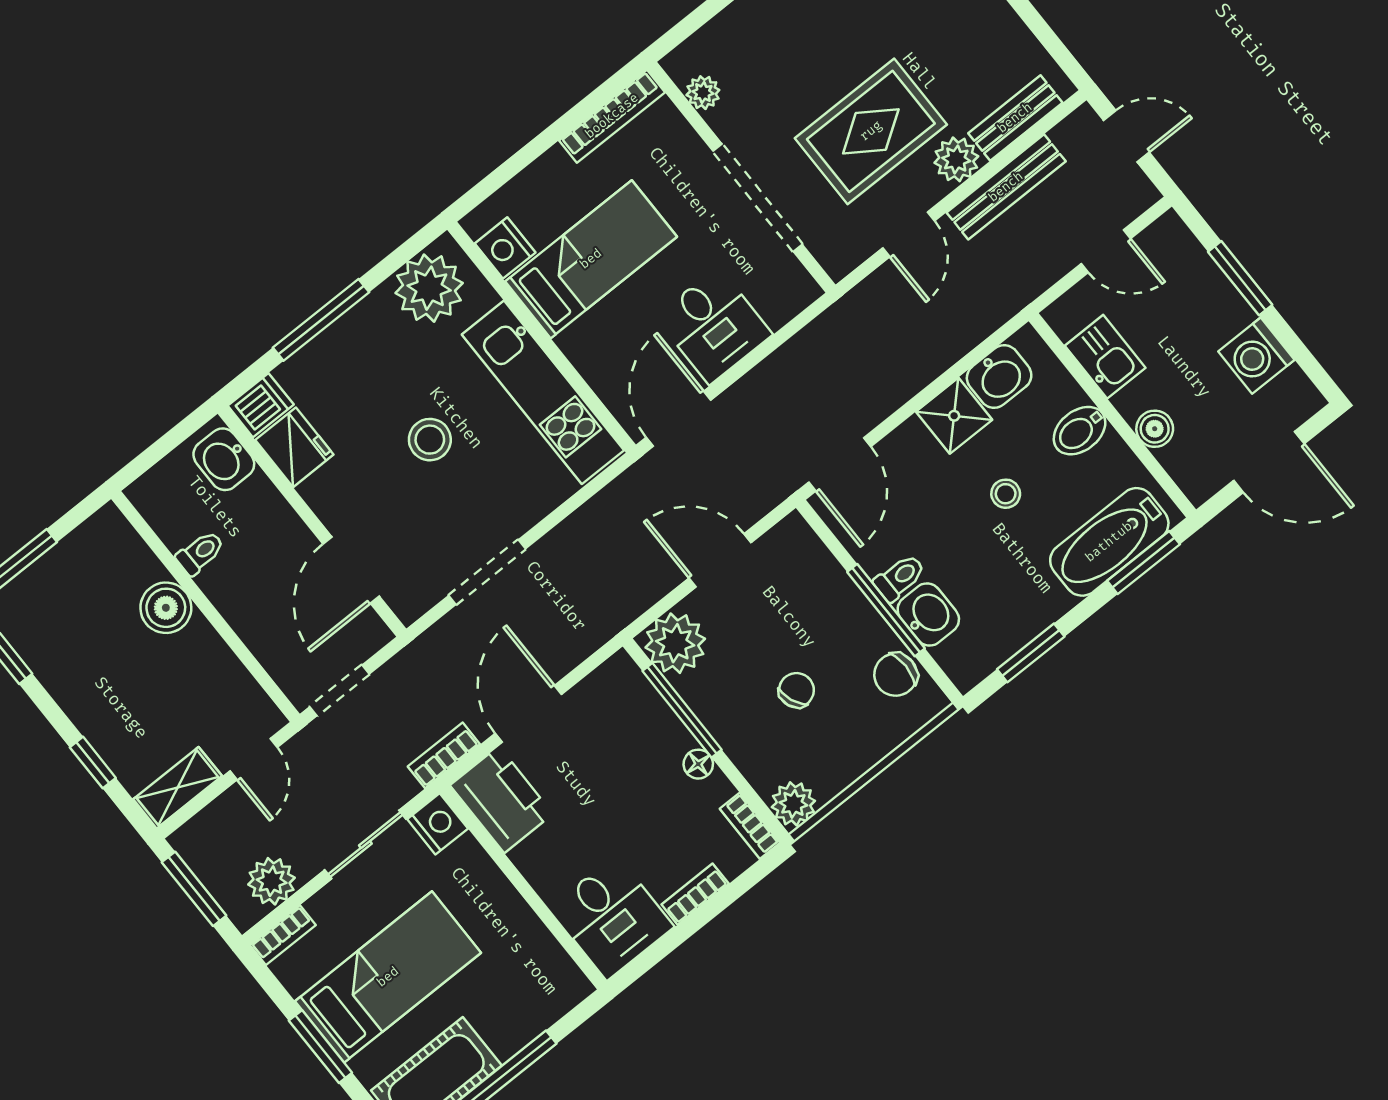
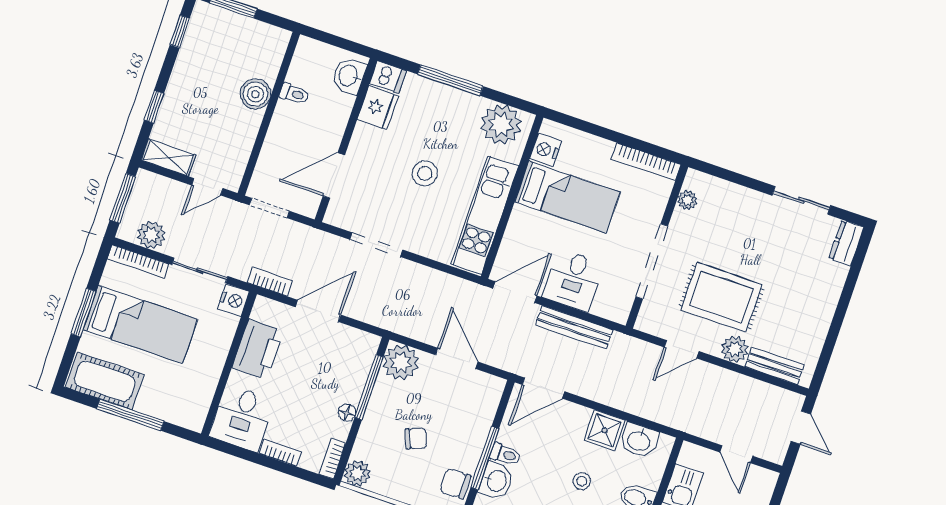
bench: (1006, 187) -> (574, 328), moved
printer: (501, 800) -> (258, 349), moved
bookcase: (283, 935) -> (138, 261), width x1.56

